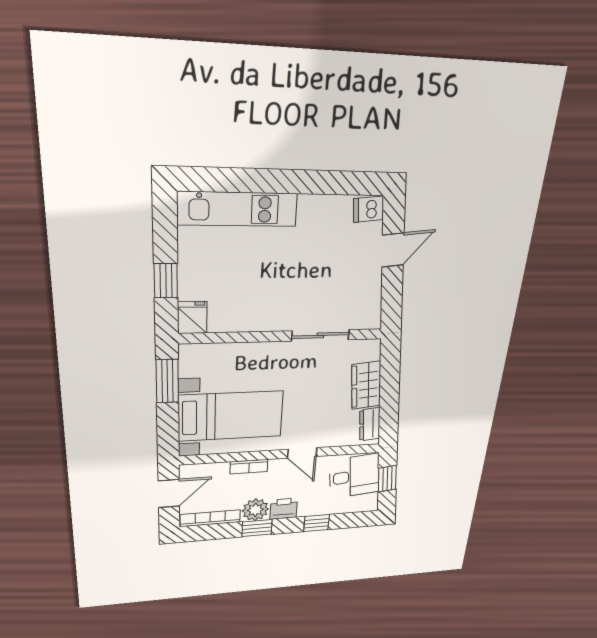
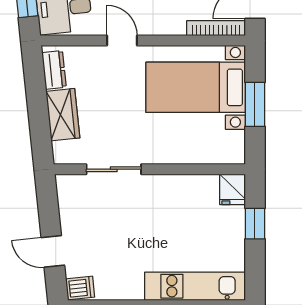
door: (393, 250) -> (53, 251), hinge flipped
window: (167, 381) -> (255, 104), moved
bookcase: (249, 467) -> (216, 28), moved, width x1.56

